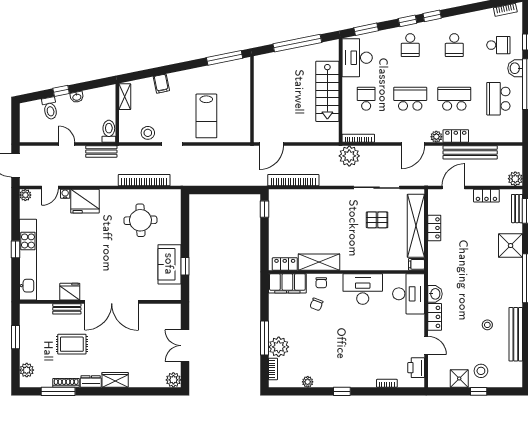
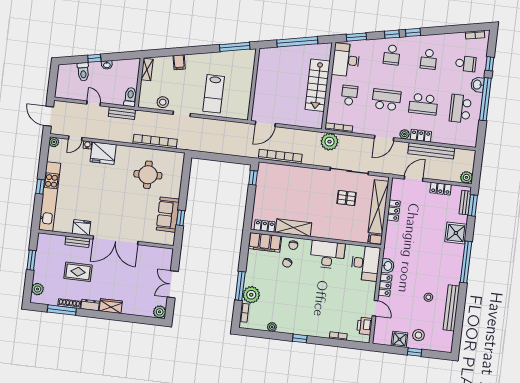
school desk: (454, 99) -> (423, 104), turned 180

